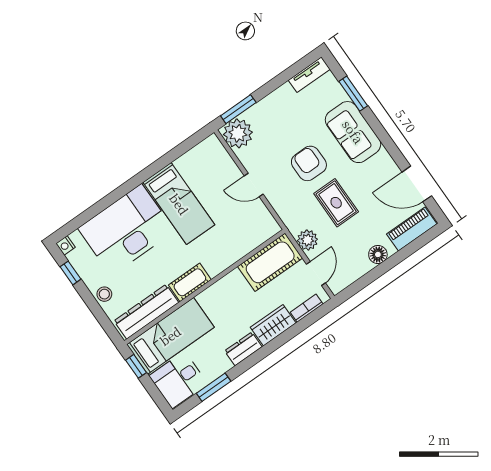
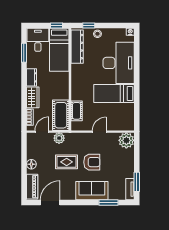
window: (238, 109) -> (137, 182), moved
window: (70, 273) -> (89, 26), moved
door: (316, 274) -> (42, 132), swing flipped
cot: (190, 282) -> (77, 111), moved

